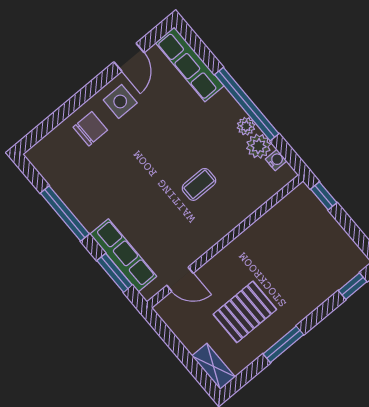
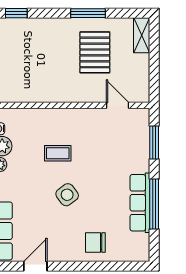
side table: (120, 101) -> (67, 195), moved, turned -37
row of seats: (123, 255) -> (140, 203), moved
pallet: (245, 312) -> (95, 52), turned 90

